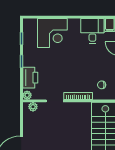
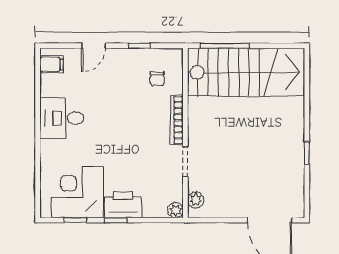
desk: (92, 31) -> (62, 118), moved
corner desk: (52, 33) -> (77, 192), moved, turned -90
printer: (30, 78) -> (123, 205), moved

